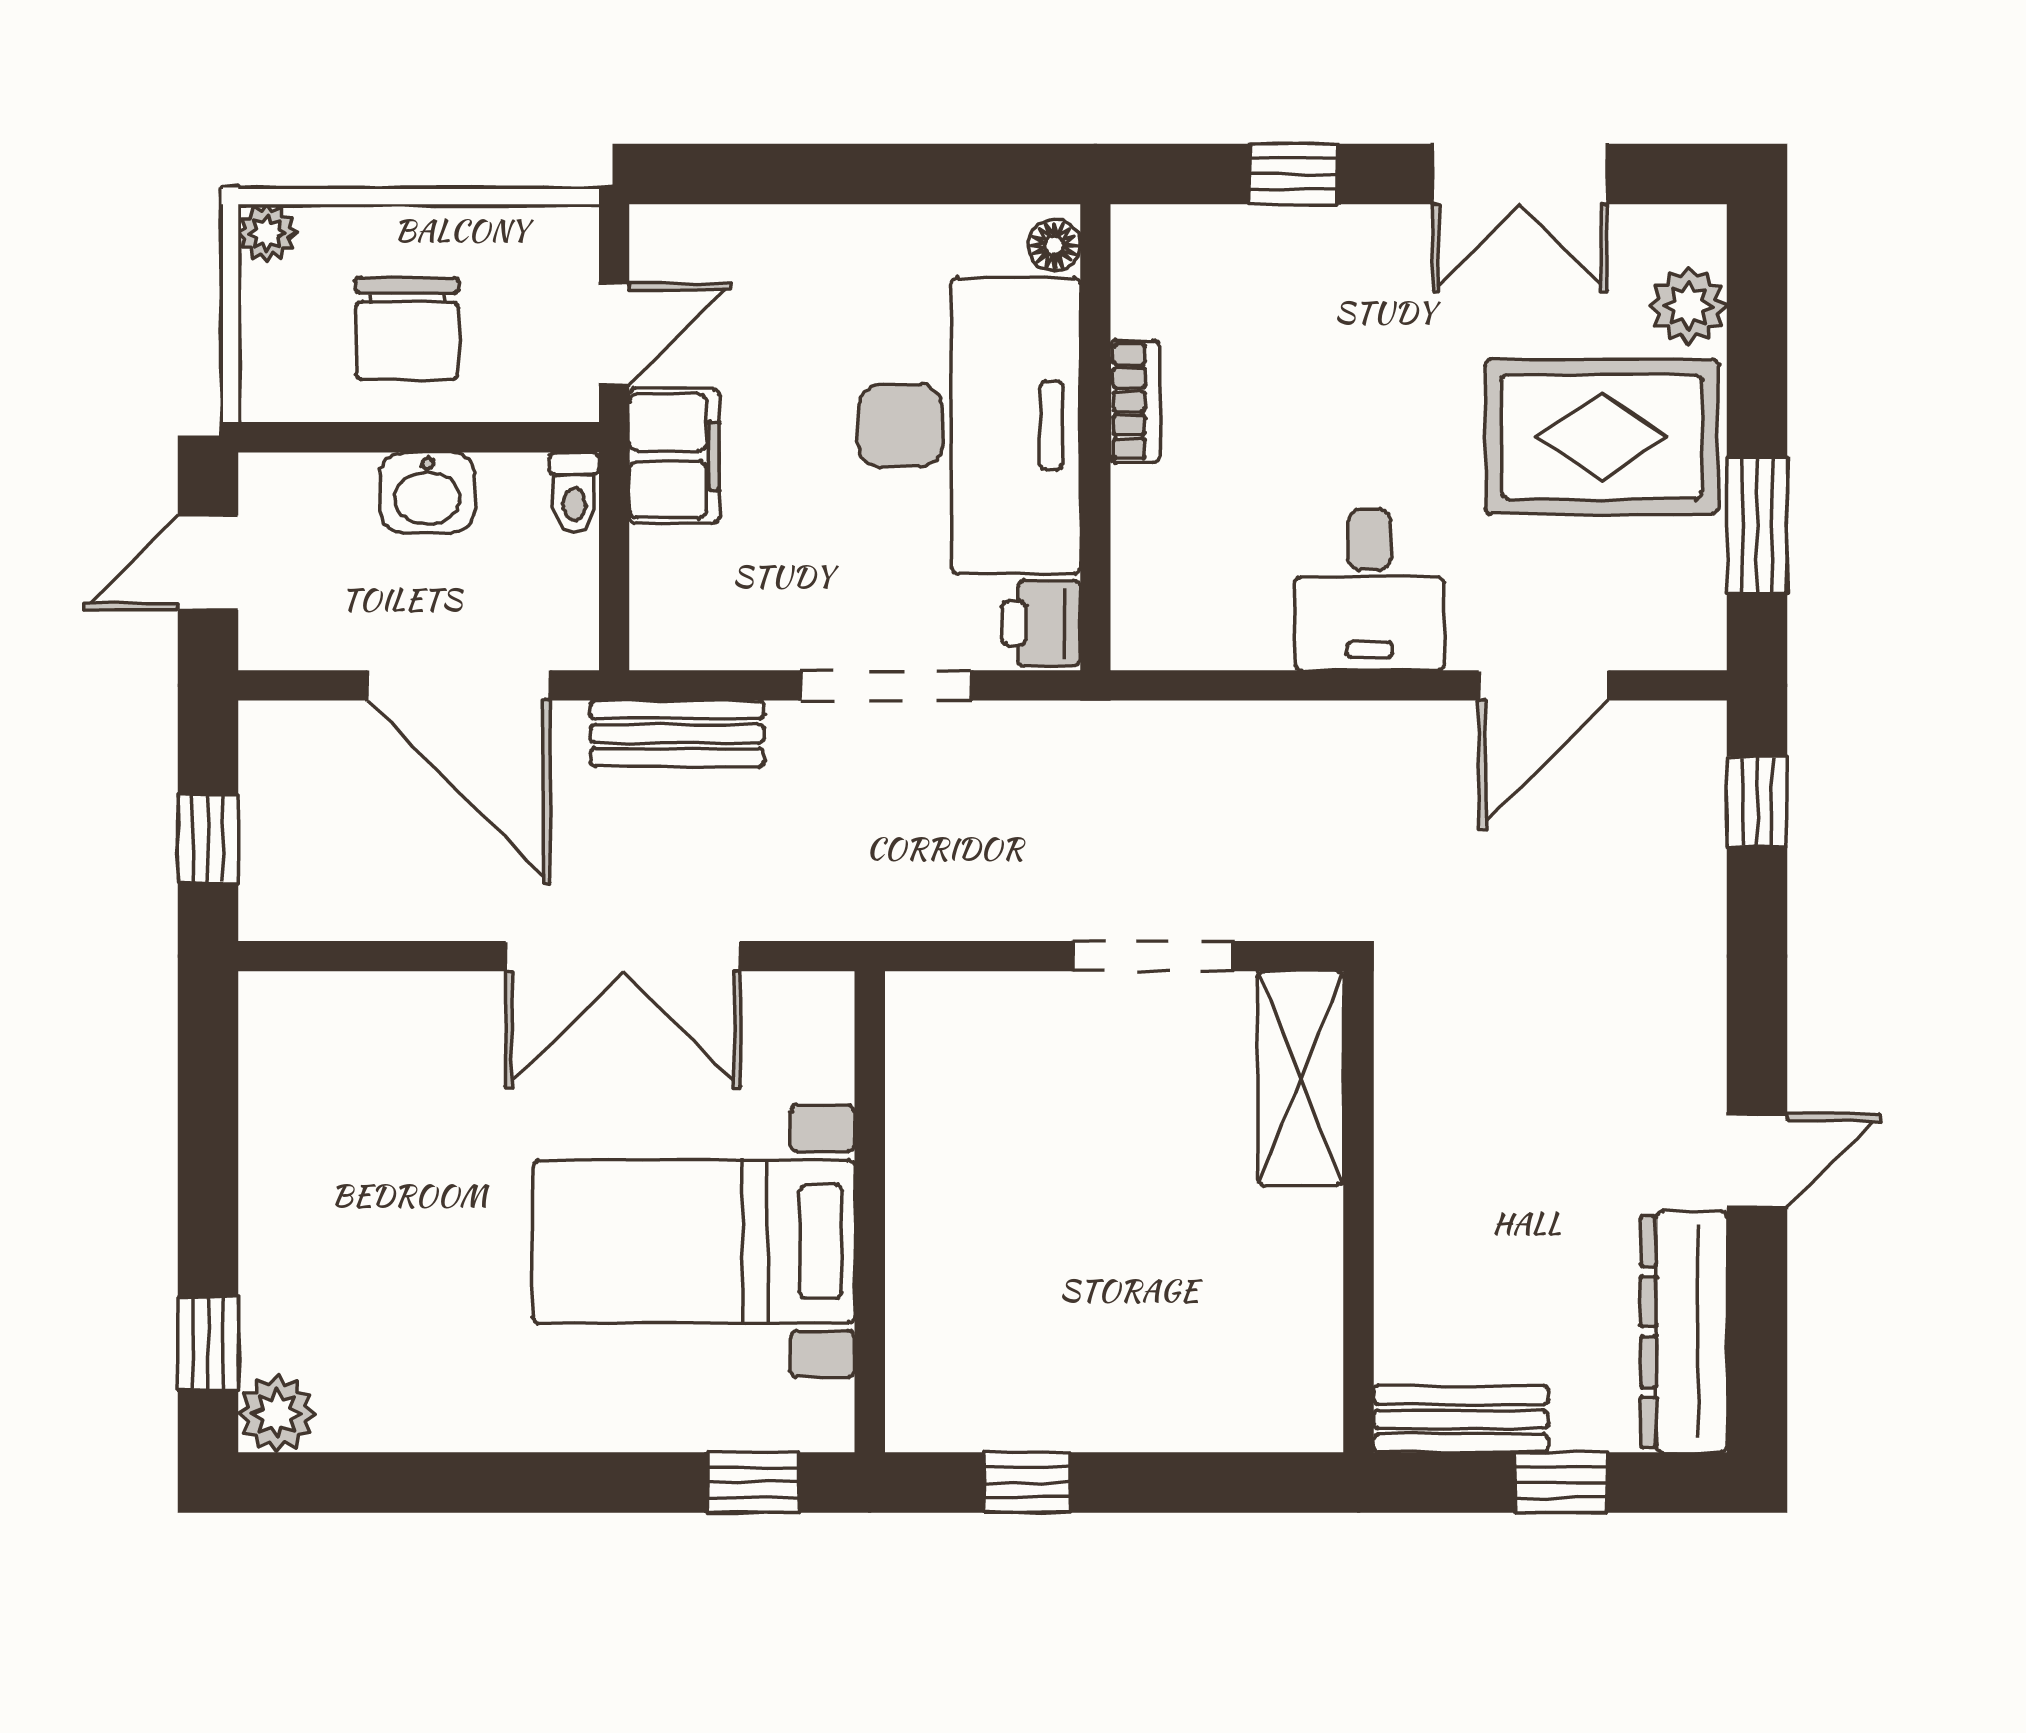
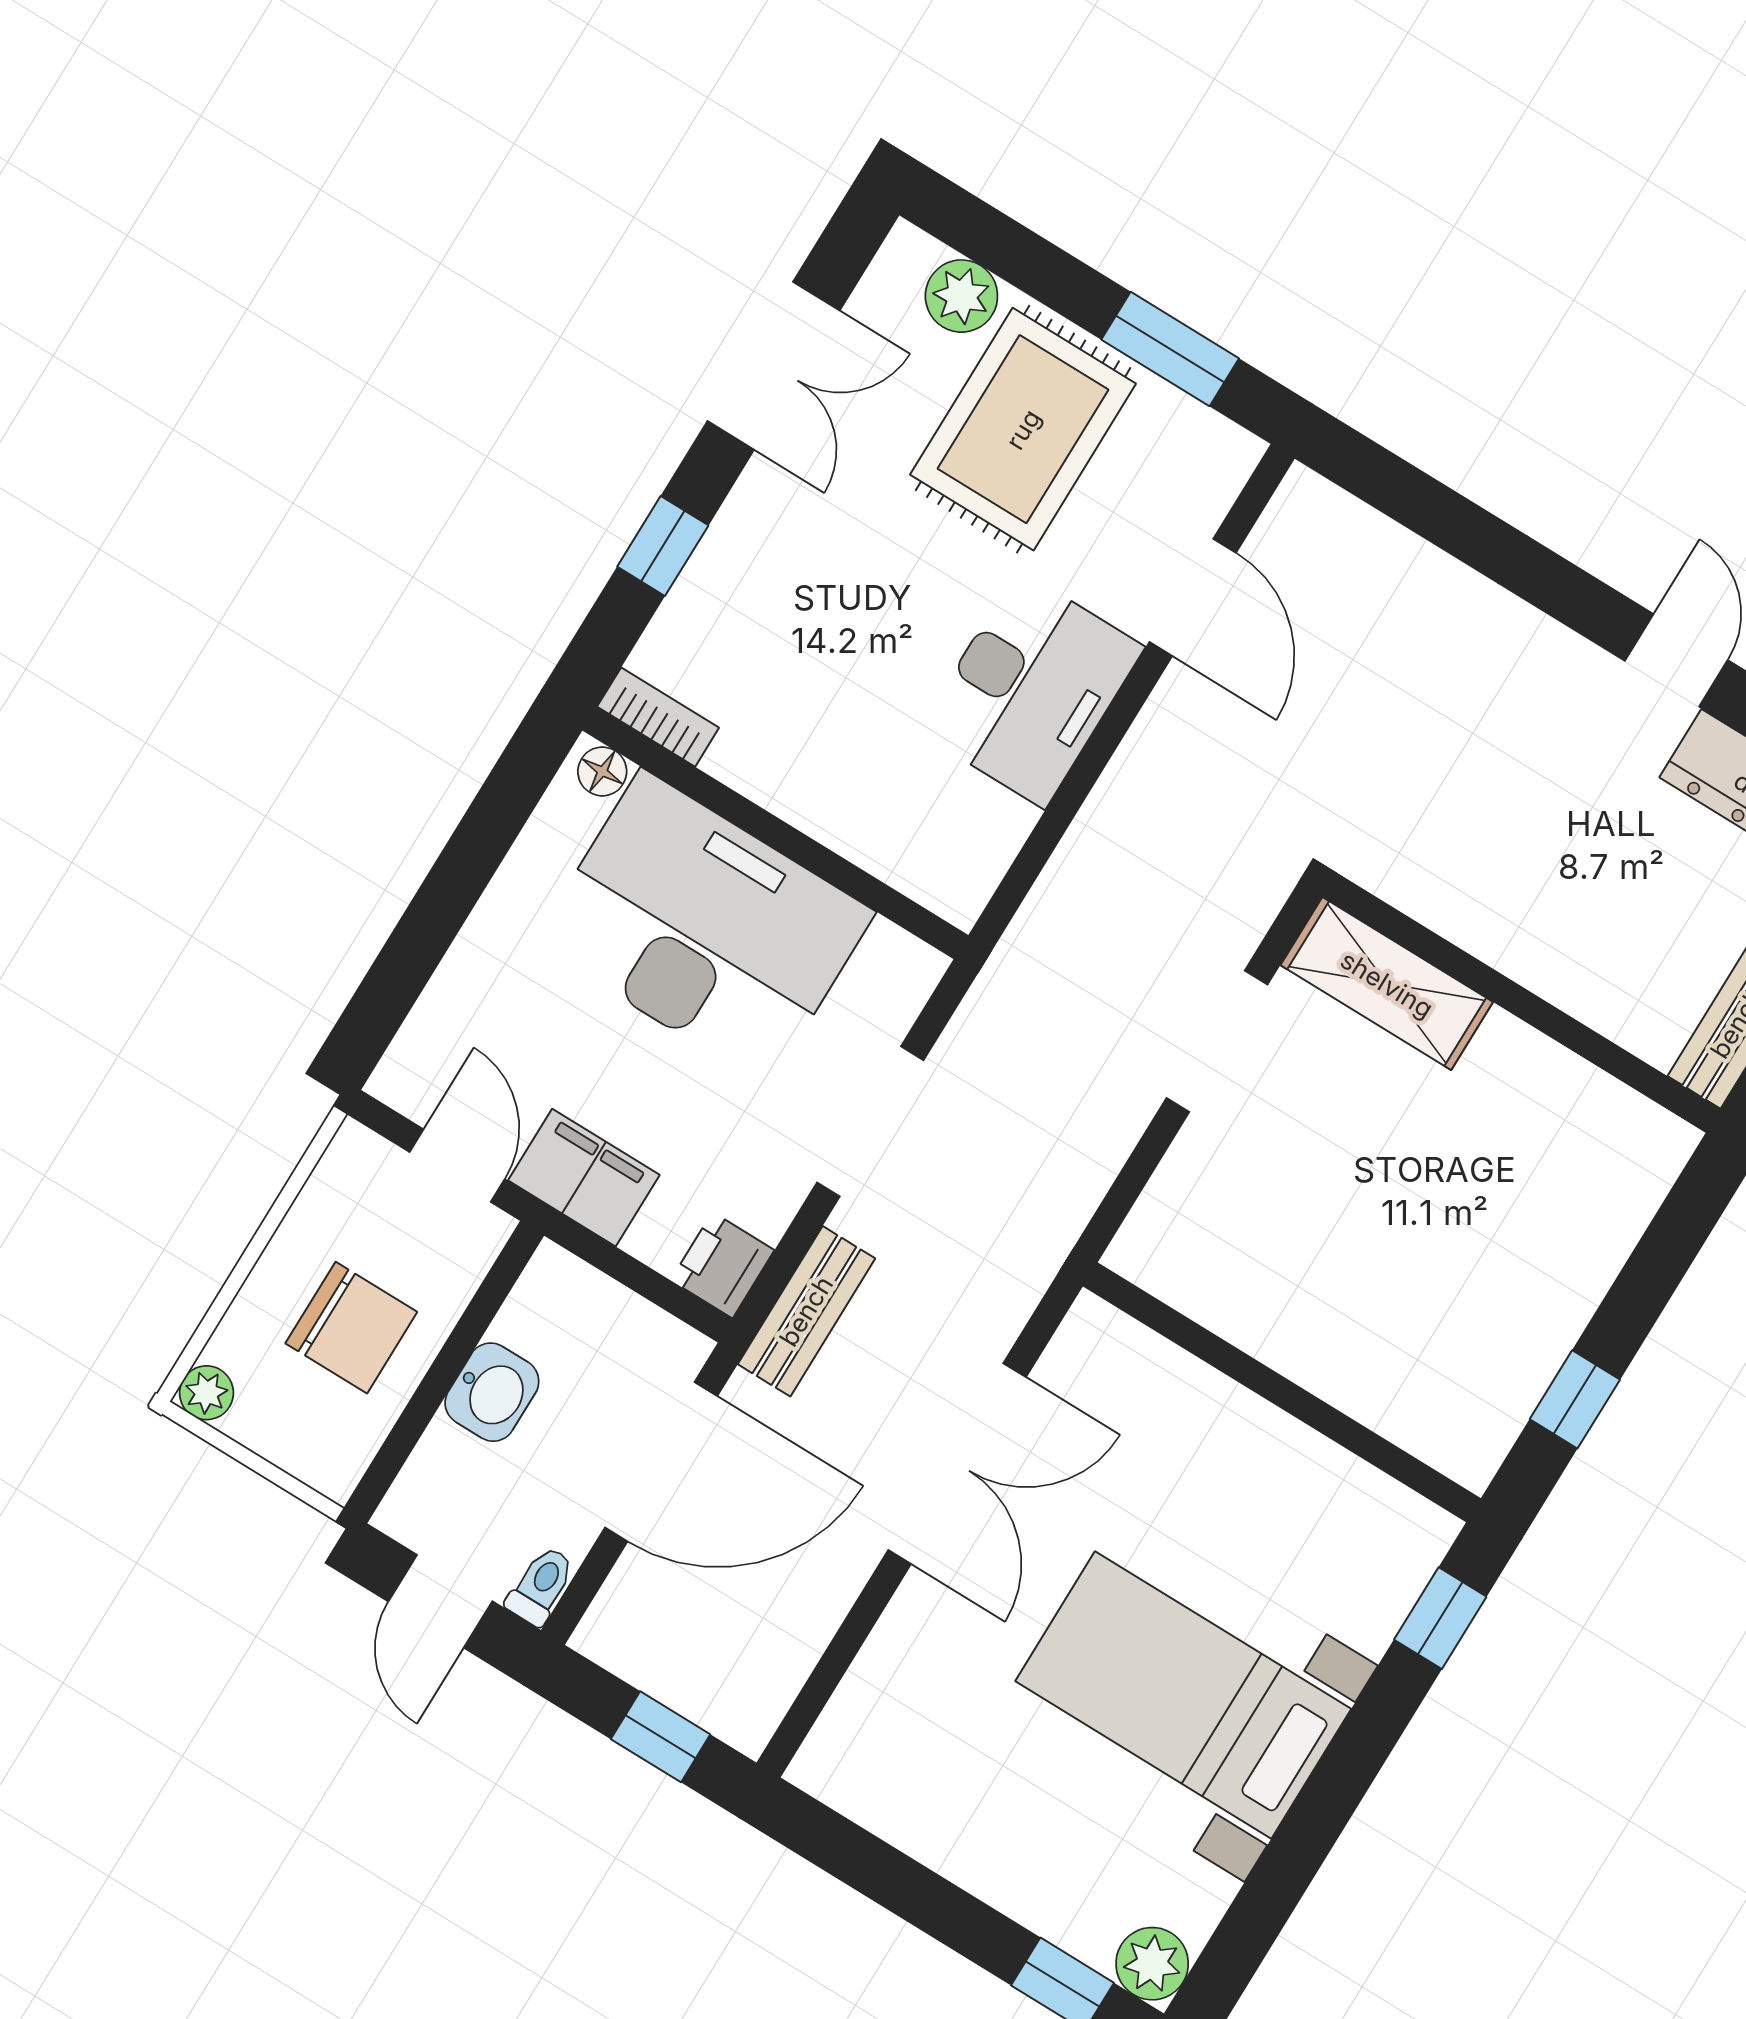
bookcase: (1135, 401) -> (658, 717), moved
toilet: (574, 493) -> (541, 1586), moved, turned -90
desk: (1370, 590) -> (1031, 689), width x1.37
printer: (1041, 623) -> (722, 1265), moved, turned 90
window: (1757, 802) -> (1390, 484), removed
bed with nightstands: (694, 1241) -> (1183, 1695), moved, turned 90

